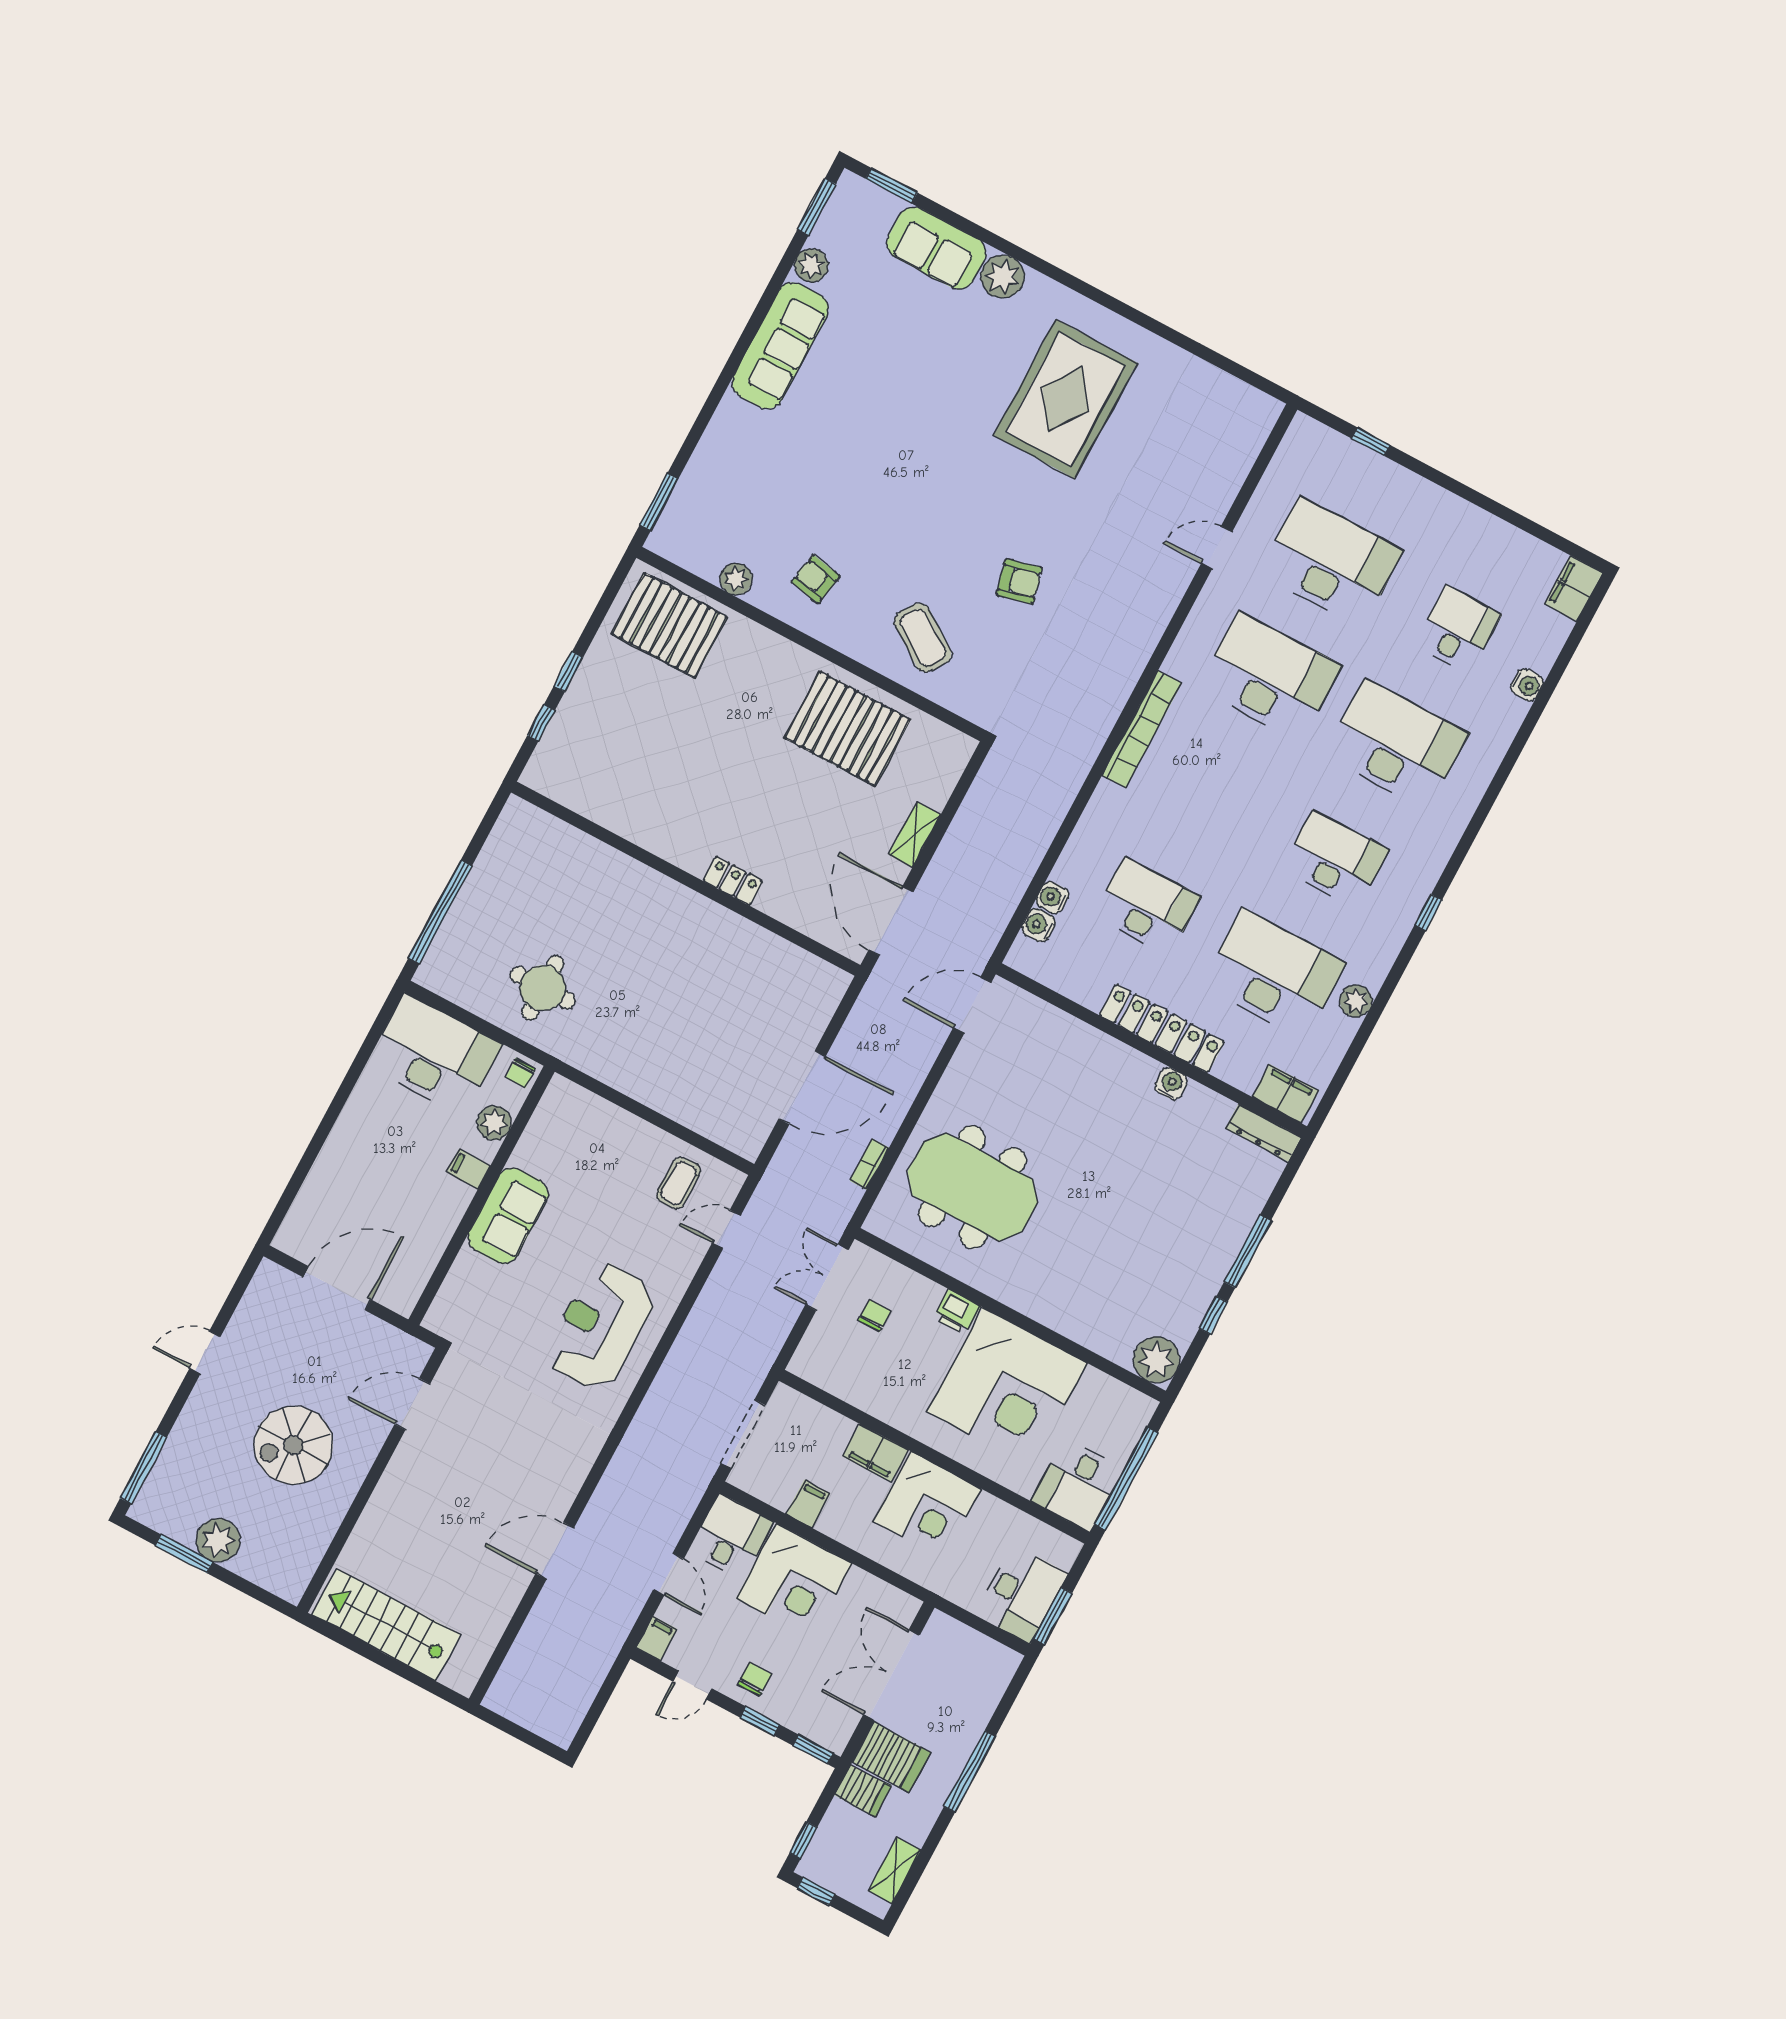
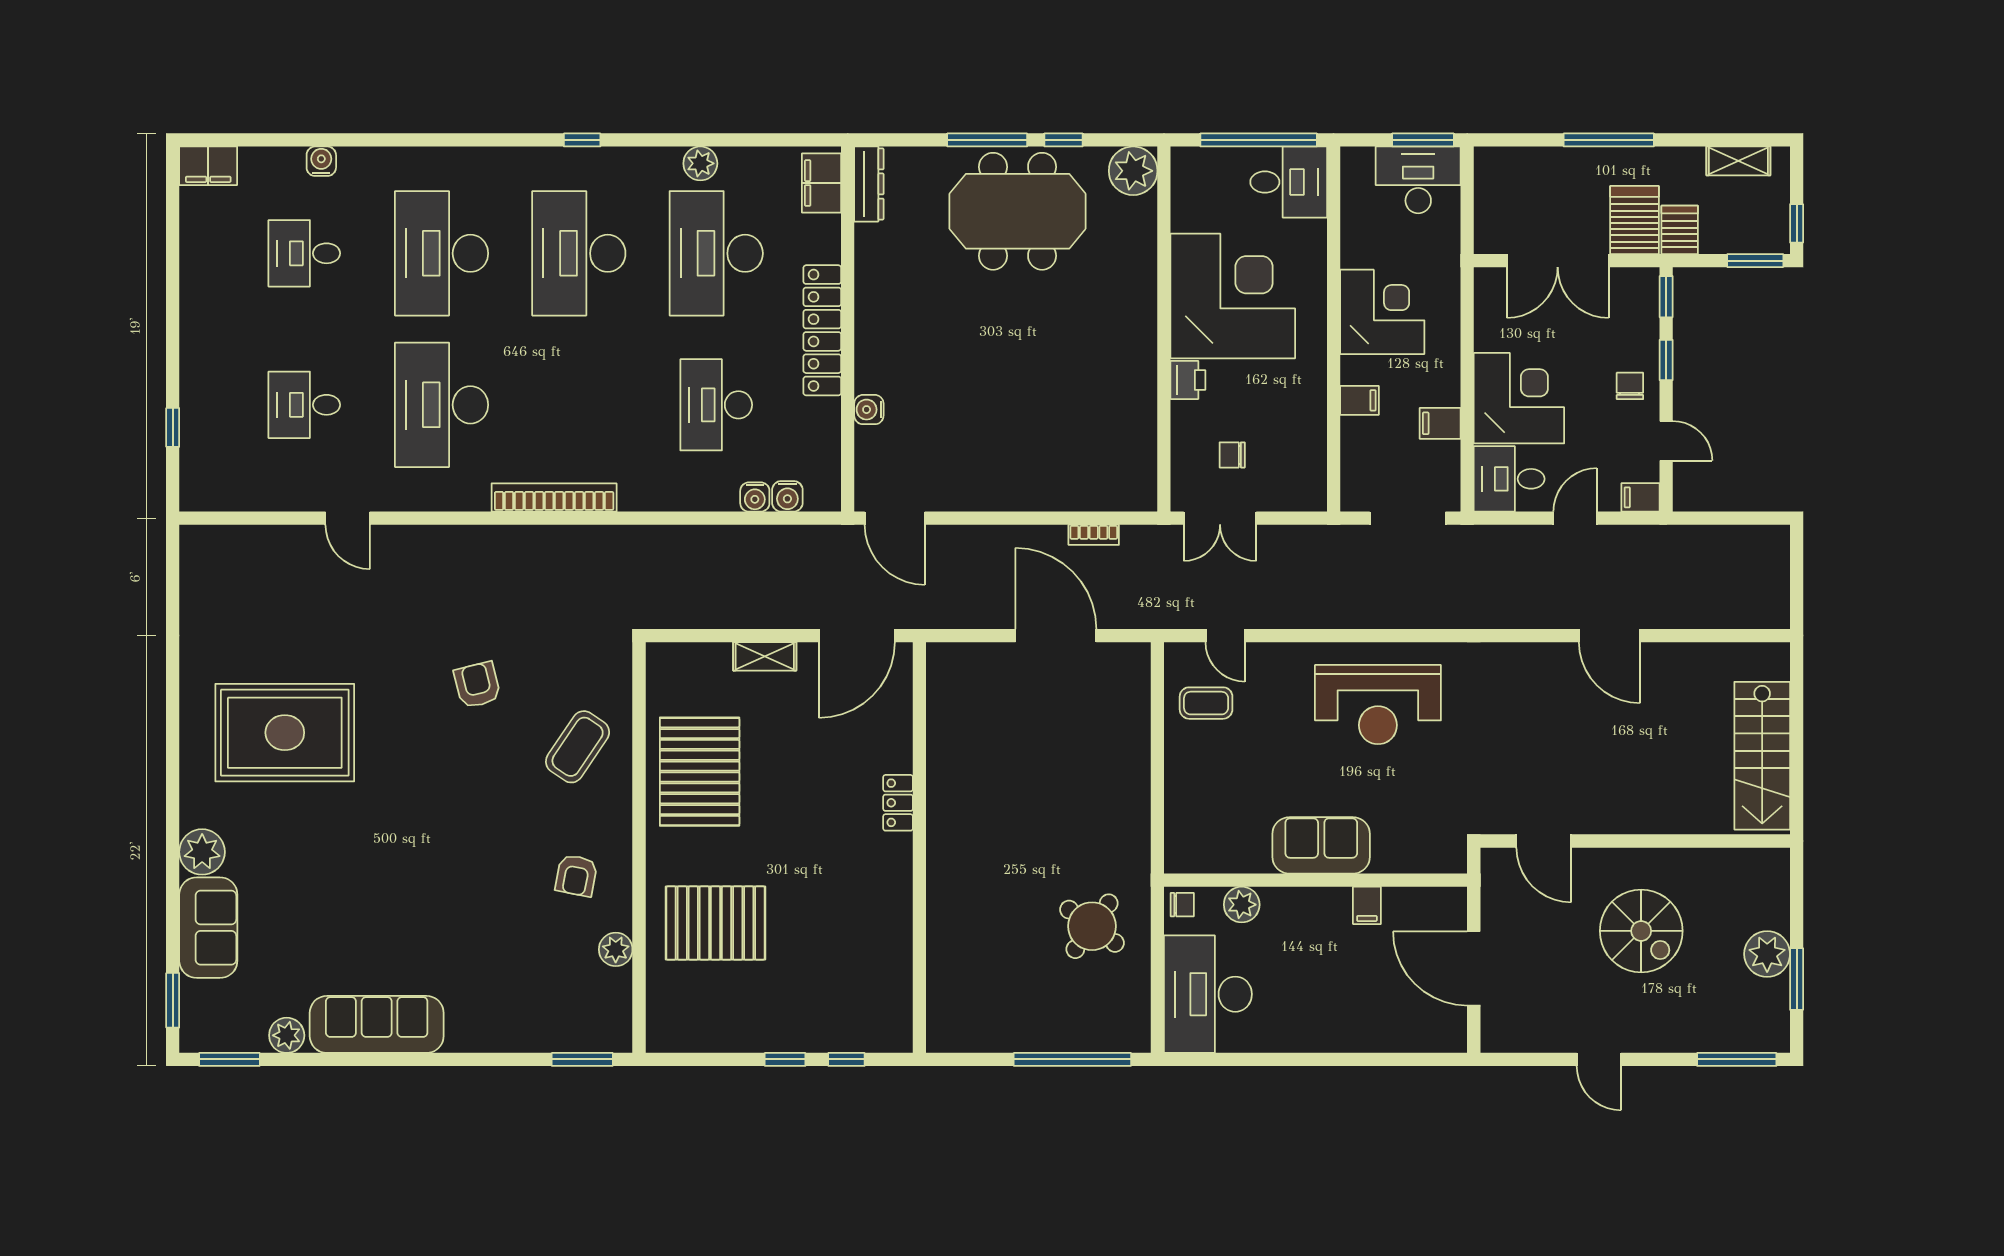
desk: (1331, 562) -> (304, 405), width x0.53, depth x0.77
pallet: (669, 625) -> (715, 923), moved, turned 90
desk: (1335, 859) -> (579, 253), width x1.36, depth x1.30
round table: (543, 988) -> (1092, 926), turned 36
water cooler: (1171, 1084) -> (869, 410), moved
filing cabinet: (469, 1169) -> (1367, 905), moved
meeting table: (973, 1187) -> (1018, 211), moved, turned 90
filing cabinet: (875, 1453) -> (1359, 400), width x0.50
chair: (755, 1679) -> (1630, 386), turned 90
window: (803, 1840) -> (1755, 261), width x1.50

